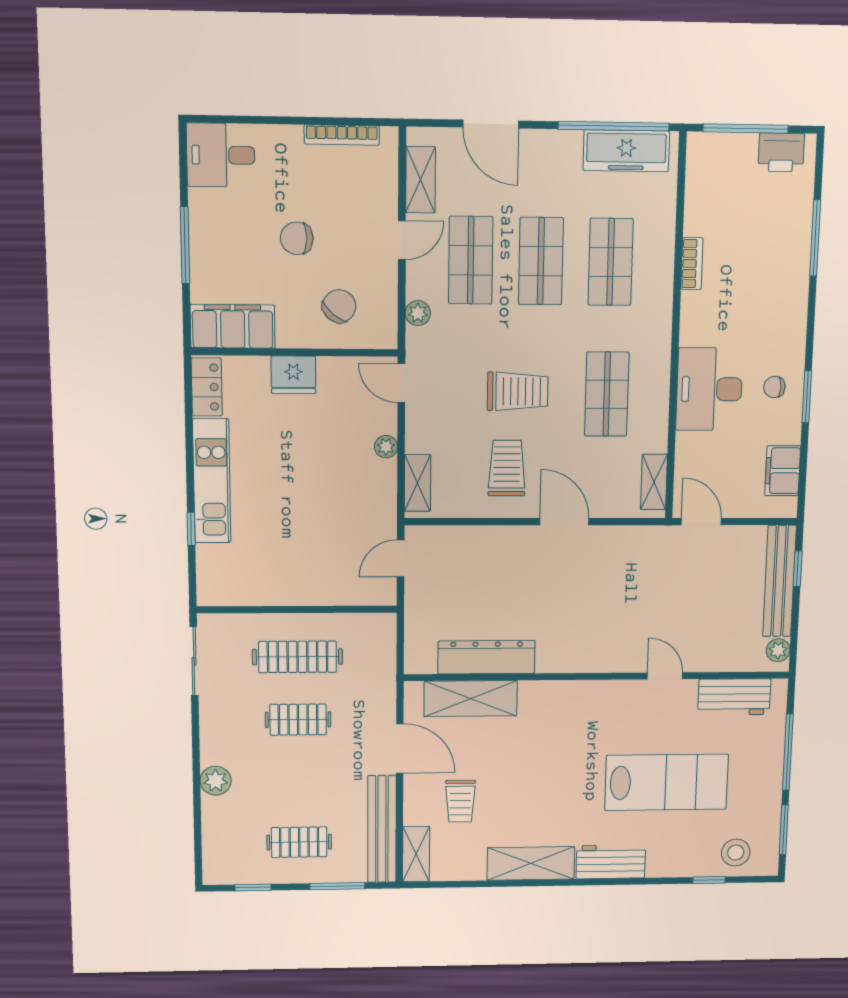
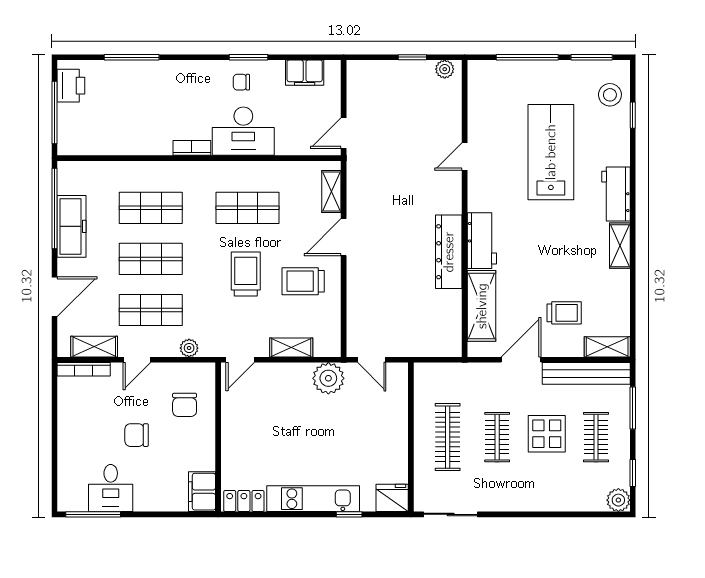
bookcase: (342, 135) -> (84, 369), moved, turned 90
freezer: (626, 151) -> (72, 226), moved
desk: (221, 155) -> (111, 488), moved
chair: (297, 238) -> (137, 435), turned 90
door: (402, 240) -> (137, 360), swing flipped
window: (185, 245) -> (93, 514), moved
bookcase: (692, 264) -> (192, 148), moved
chair: (339, 306) -> (185, 405), turned -130
filing cabinet: (233, 326) -> (202, 492), width x0.67, depth x0.86
fridge: (293, 375) -> (392, 498), moved, turned -90
chair: (774, 387) -> (241, 82), turned 90
plant: (386, 447) -> (328, 378), moved, width x1.88, depth x1.88
shelving: (654, 482) -> (331, 191), moved, turned 90
shelving: (418, 483) -> (291, 347), moved
window: (798, 569) -> (412, 57), moved
bench: (779, 581) -> (390, 71), removed
dresser: (486, 657) -> (449, 252), moved
workbench: (734, 697) -> (482, 241), moved
plant: (216, 781) -> (618, 500), moved
display table: (303, 782) -> (547, 434), added
shelving: (531, 863) -> (620, 246), width x0.67, depth x0.75

